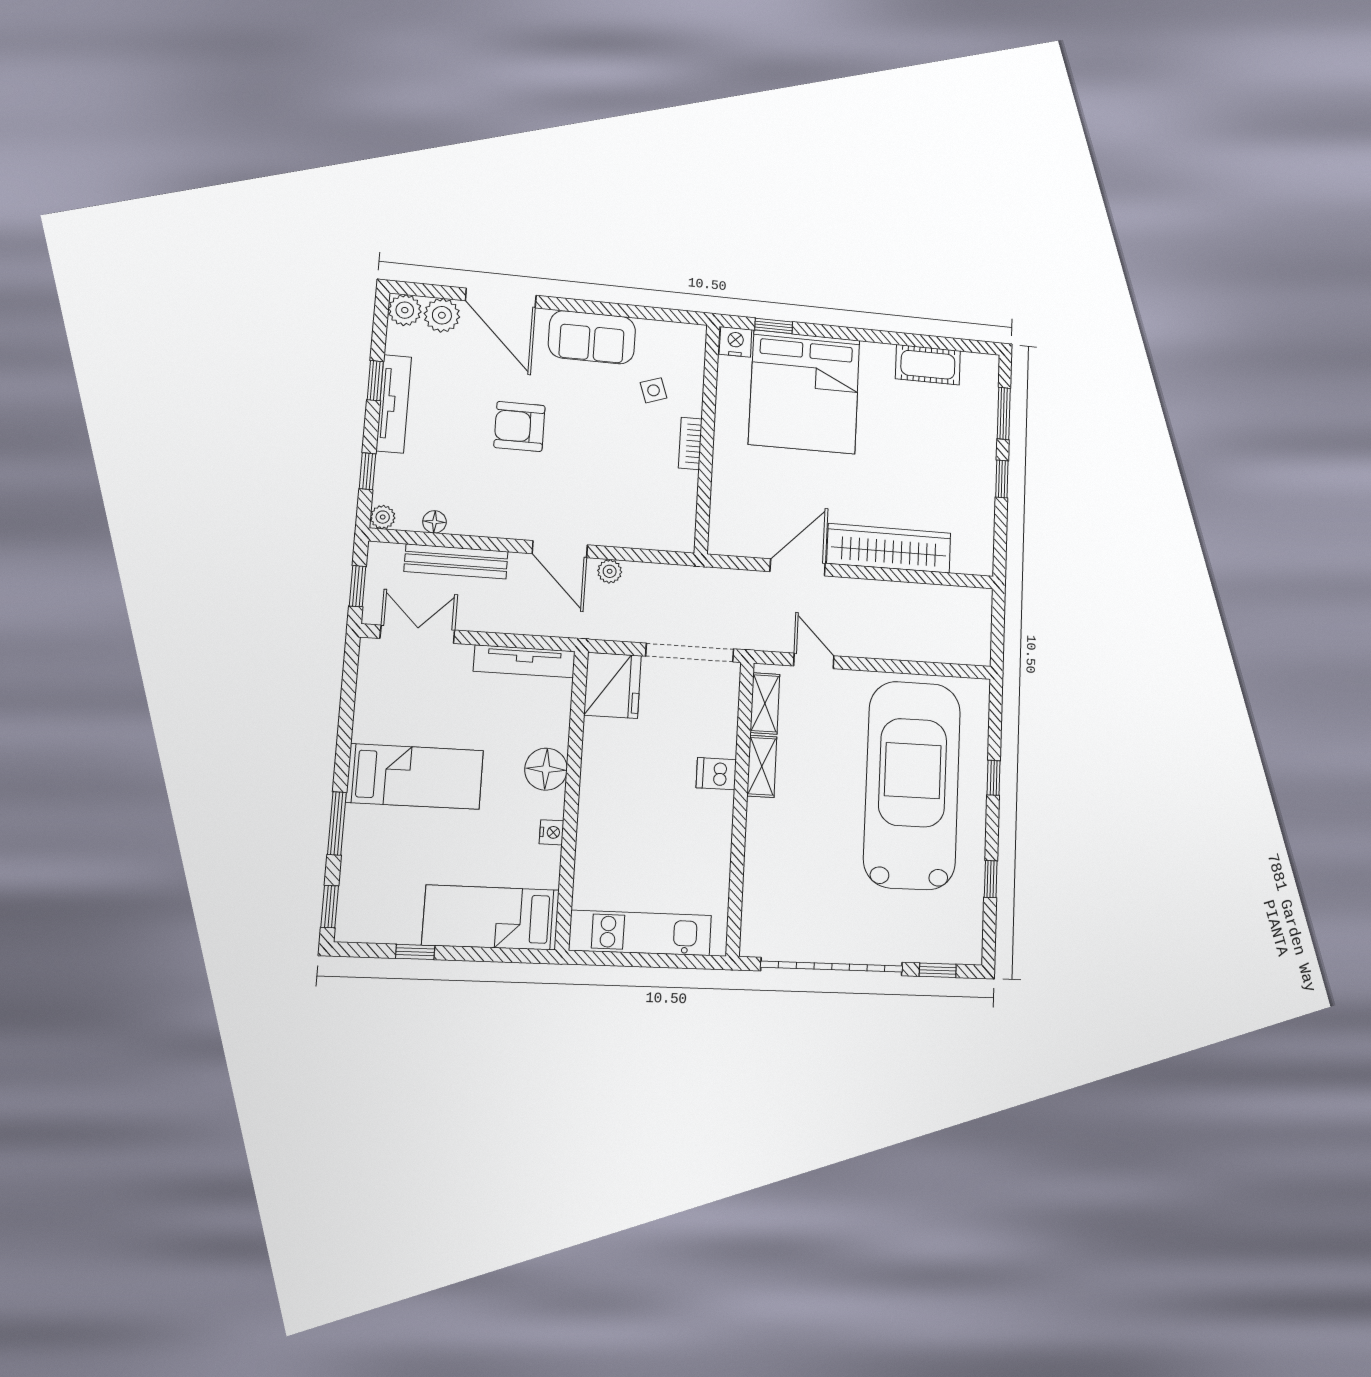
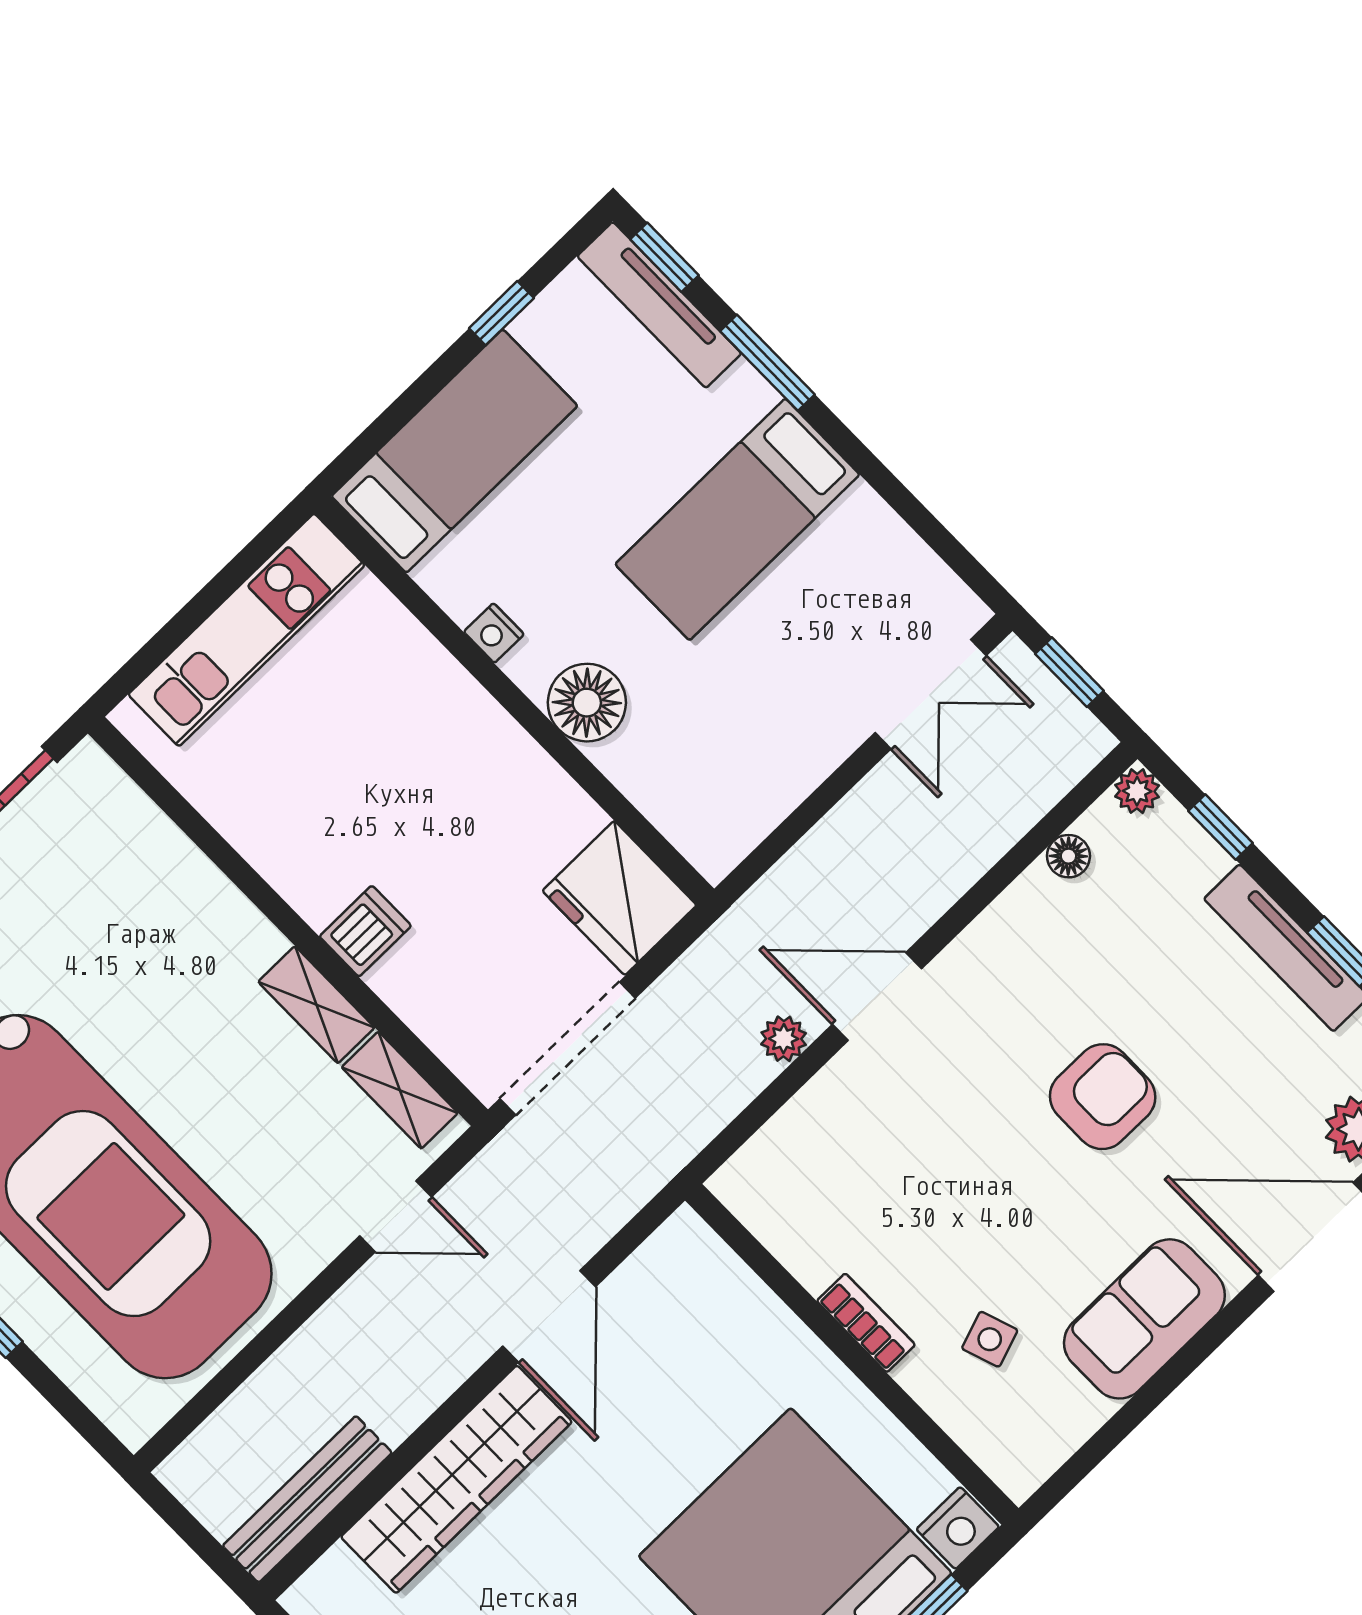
bench: (456, 561) -> (307, 1499), moved
tv unit: (524, 661) -> (659, 305), moved, turned -90

